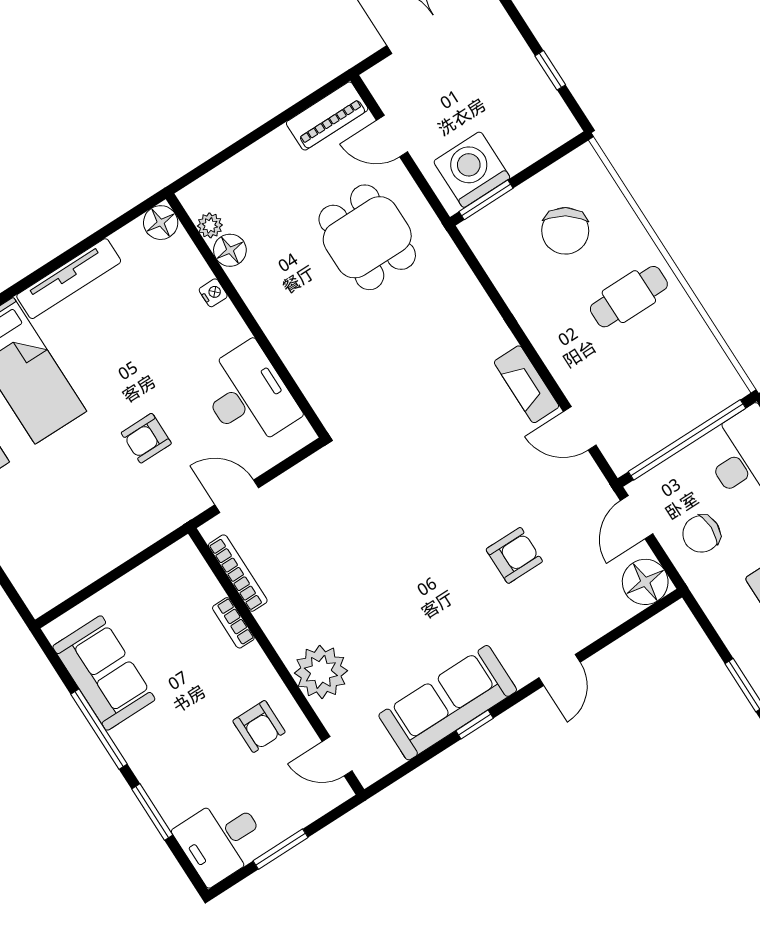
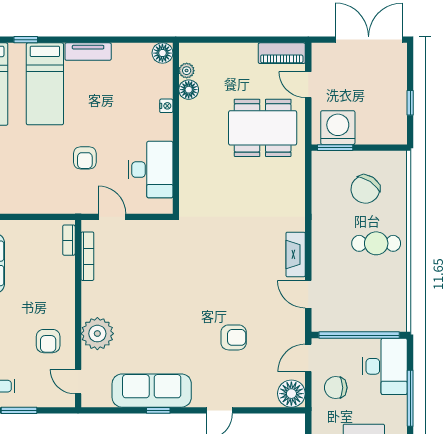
dining table: (367, 237) -> (263, 128), width x1.38
tv unit: (69, 279) -> (88, 52), width x0.71
armchair: (146, 438) -> (85, 158), turned -90
bookcase: (233, 623) -> (69, 240), moved

